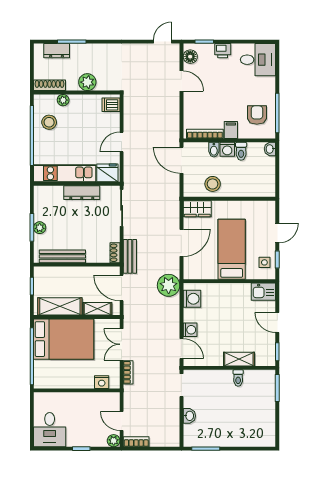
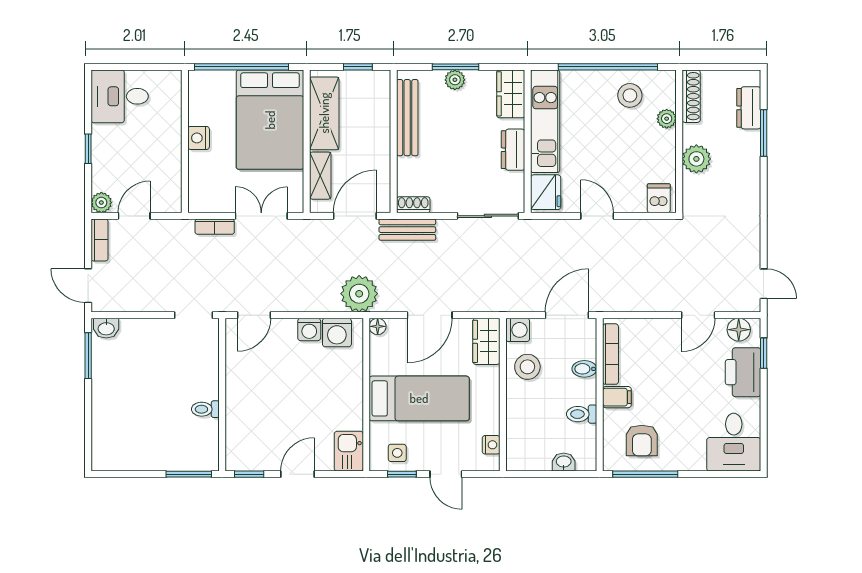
printer: (223, 51) -> (743, 372), width x1.87, depth x1.48
armchair: (257, 115) -> (642, 441), turned 90
washing machine: (227, 149) -> (518, 330), moved, turned 180
washbasin: (270, 149) -> (564, 462), moved
dresser: (82, 193) -> (513, 150), width x0.70
wardrobe: (48, 194) -> (511, 94), added
nightstand: (260, 206) -> (491, 445), added
door: (181, 243) -> (430, 315), hinge flipped
floor lamp: (188, 274) -> (378, 326), added
washing machine: (190, 330) -> (309, 329), moved
shelving: (239, 359) -> (237, 411), removed
nightstand: (102, 382) -> (199, 138), moved
washbasin: (189, 416) -> (106, 328), moved
door: (164, 449) -> (88, 286), added

